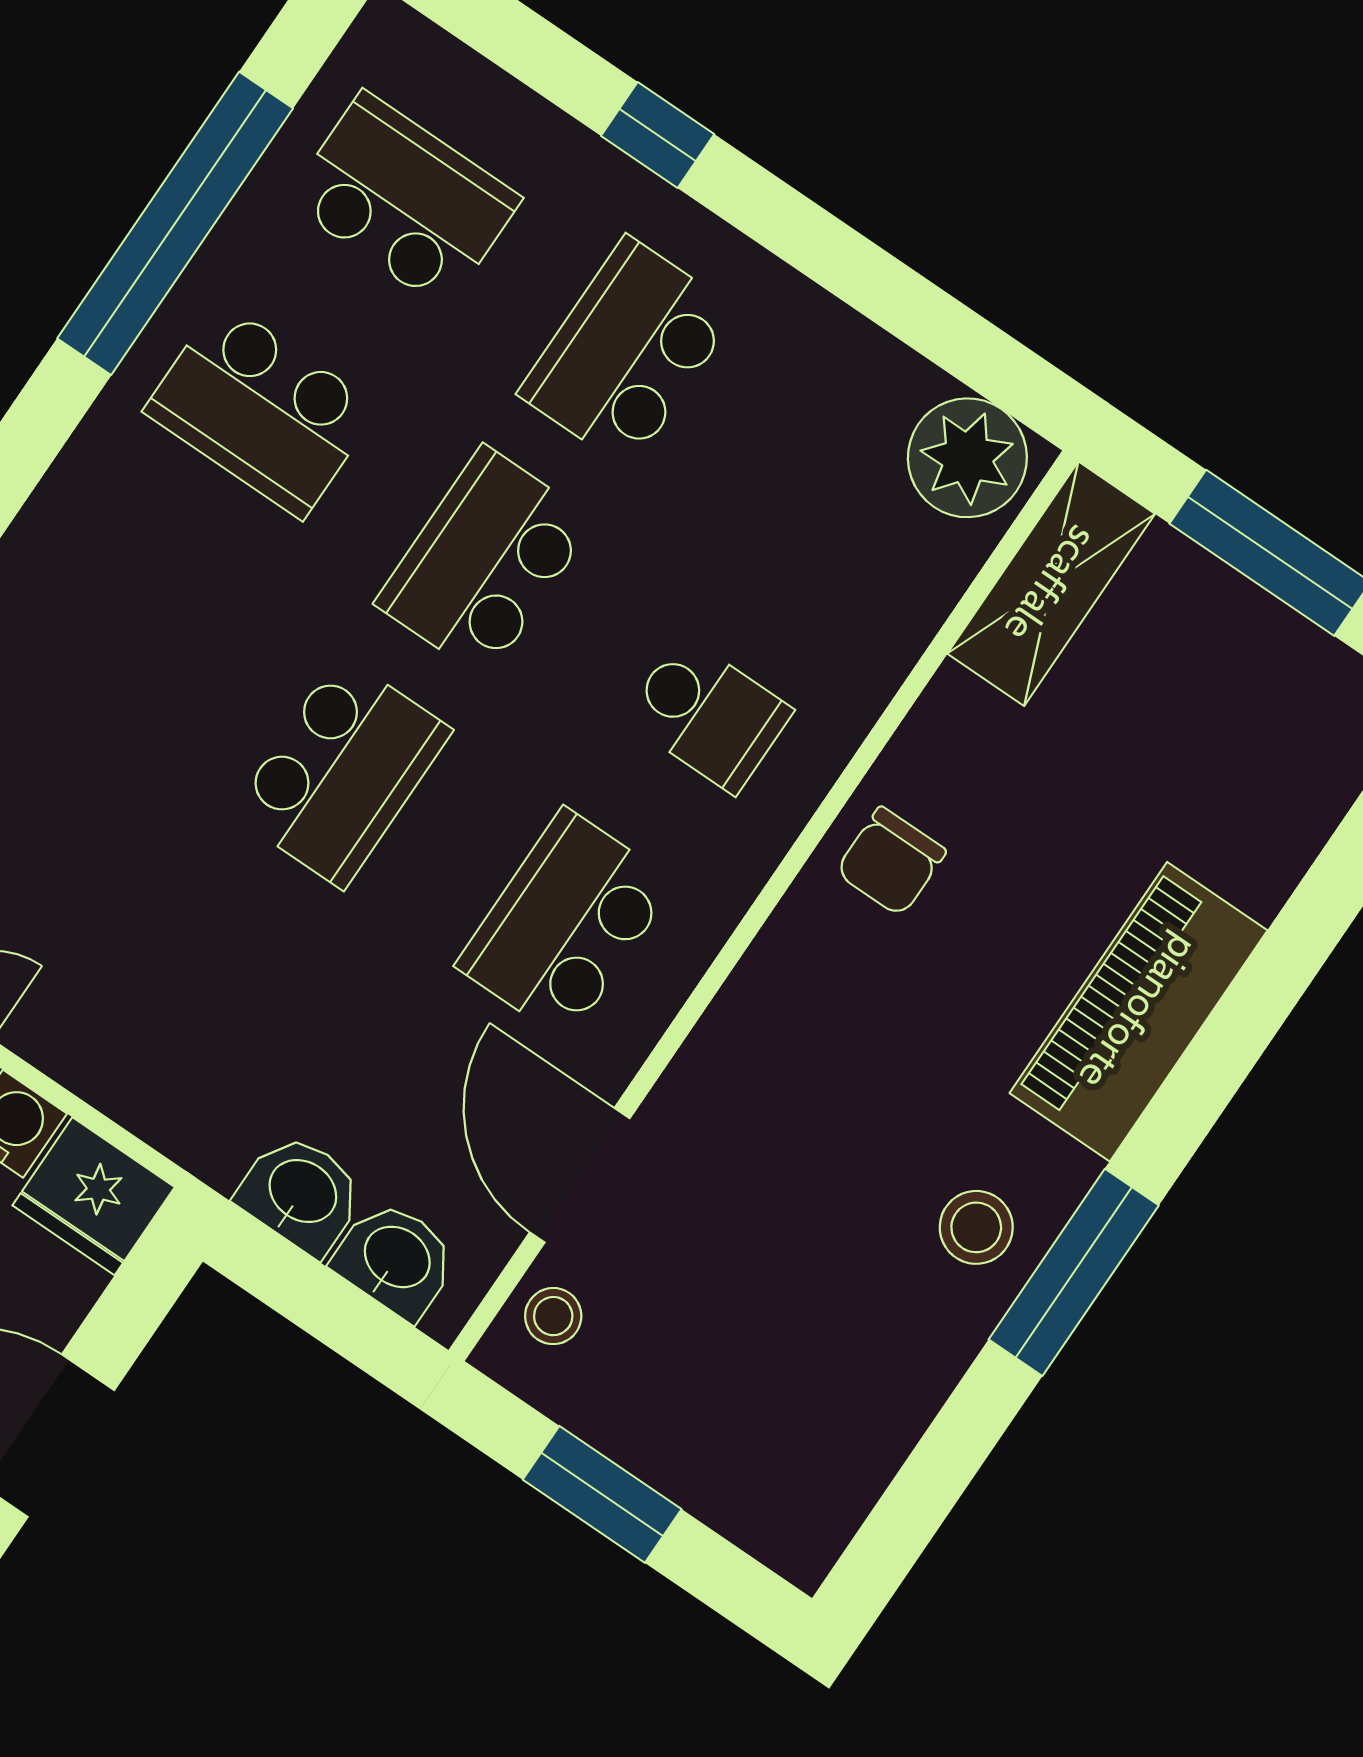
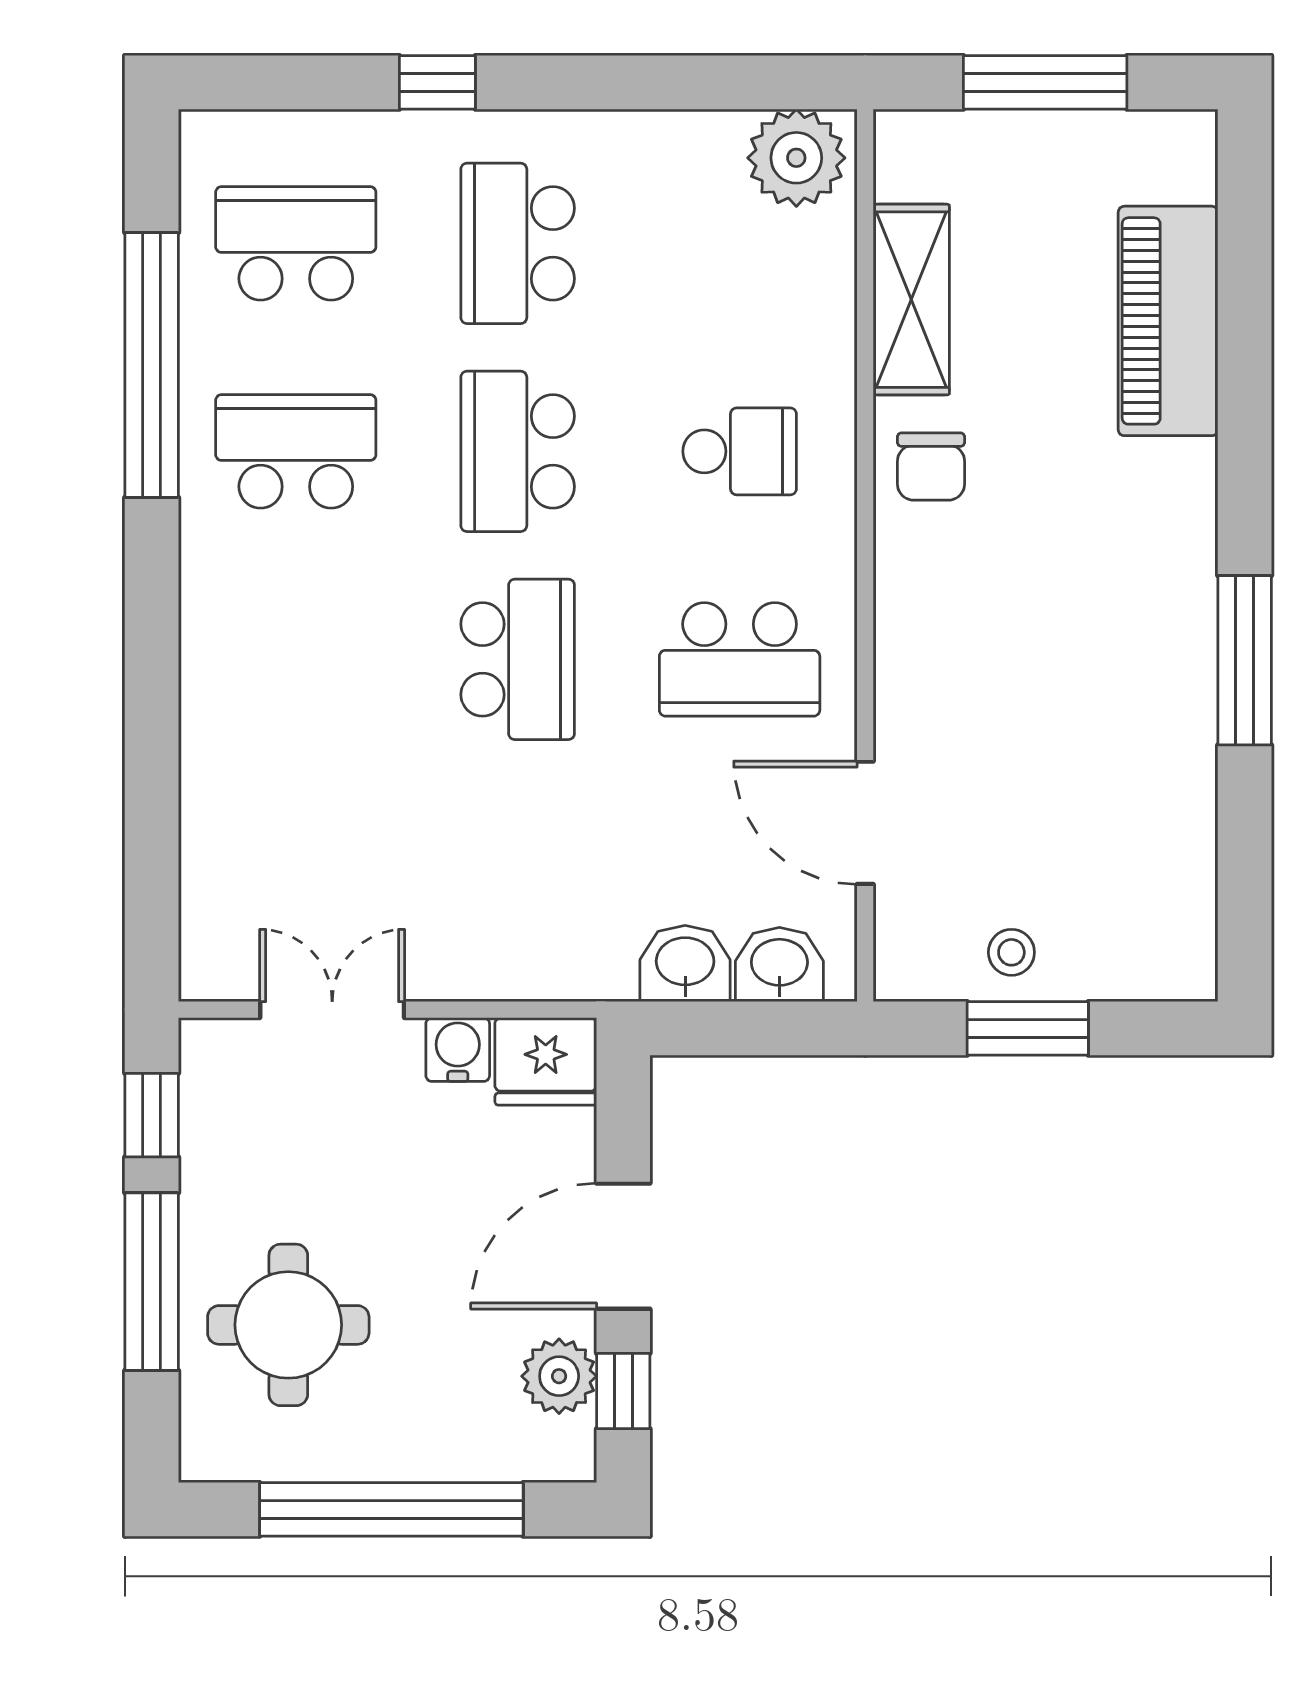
school desk: (261, 410) -> (296, 451), turned 180
shelving: (1051, 584) -> (911, 300), moved
school desk: (565, 924) -> (740, 659), turned -90
piano: (1139, 1012) -> (1168, 321), moved
stool: (976, 1227) -> (1158, 675), removed
stool: (553, 1316) -> (1011, 952), moved

